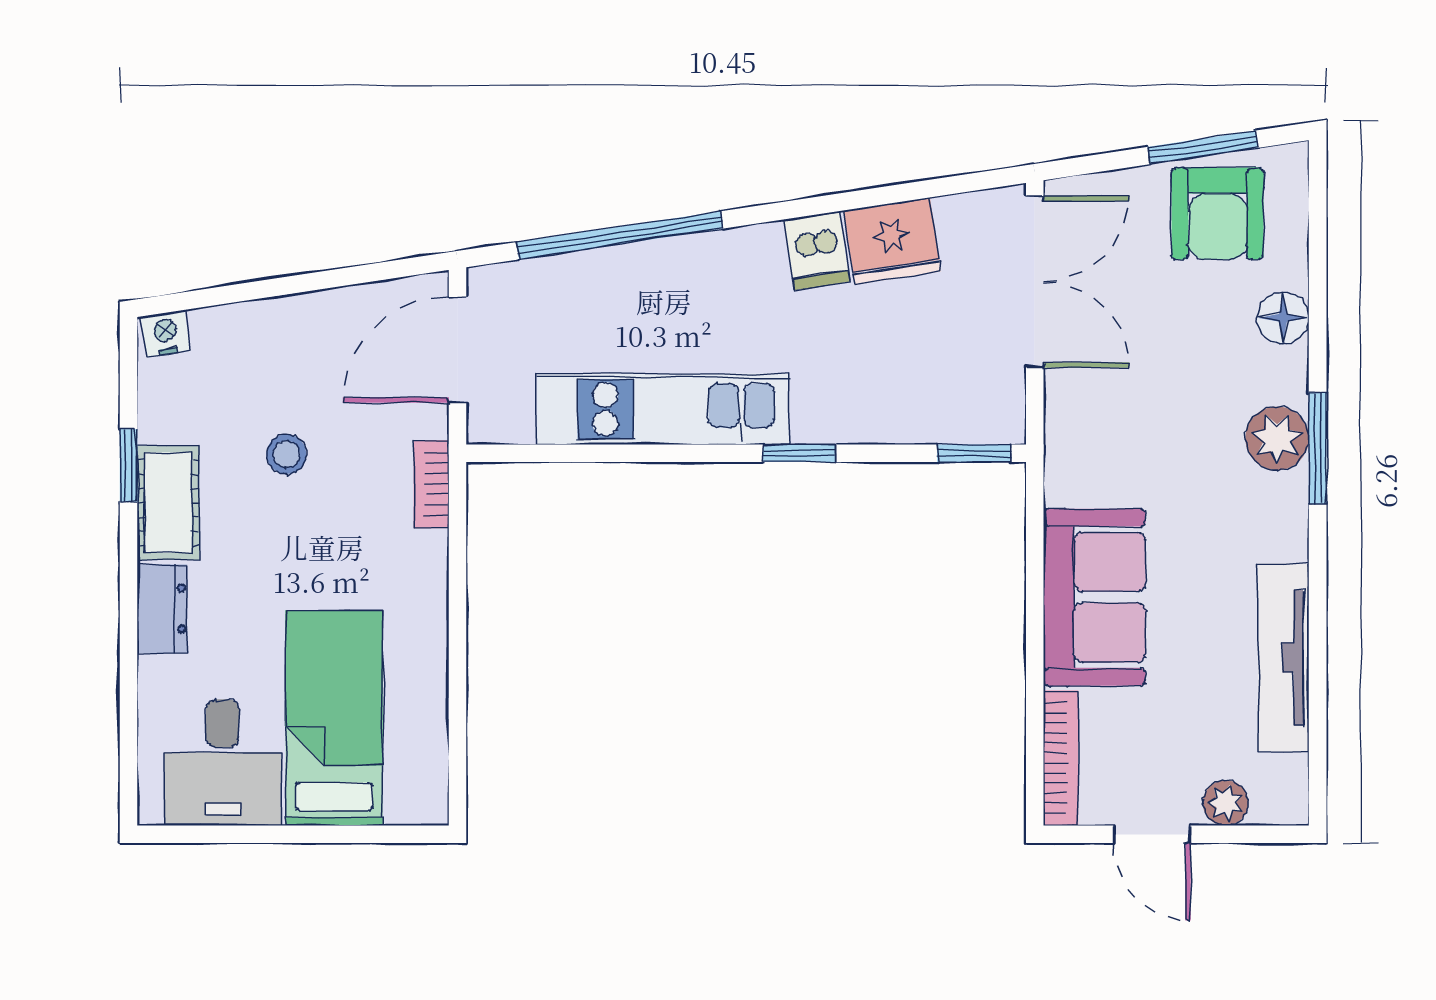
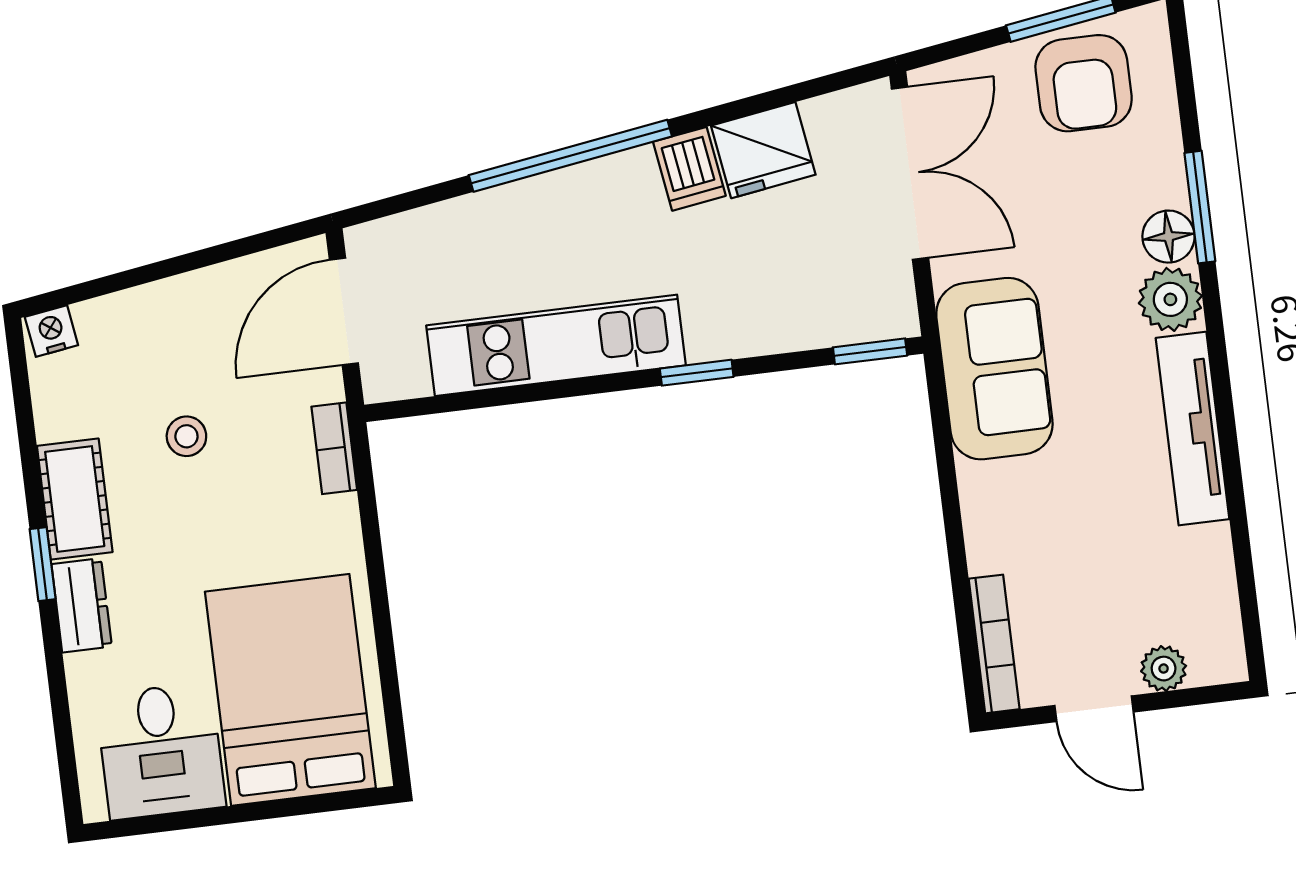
window: (620, 235) -> (570, 156), moved
floor lamp: (1283, 318) -> (1168, 237), moved
window: (1318, 448) -> (1200, 207), moved
window: (128, 465) -> (43, 564), moved
sofa: (1095, 597) -> (994, 369), moved
tv unit: (1283, 658) -> (1193, 429), moved
bed: (334, 718) -> (290, 690), width x1.50

